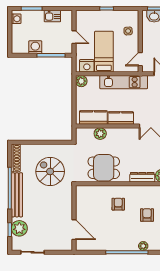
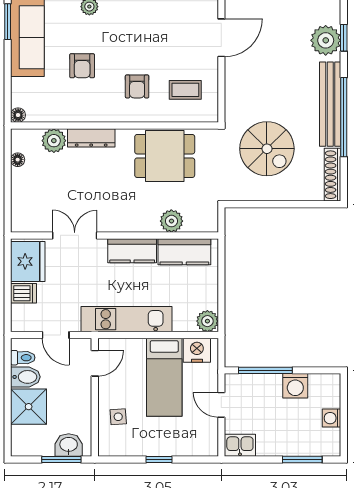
kitchen sink: (52, 16) -> (240, 445), moved
washing machine: (16, 19) -> (332, 418), moved
coffee table: (93, 202) -> (185, 90), added
door: (74, 230) -> (221, 38), swing flipped

